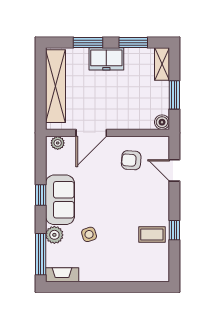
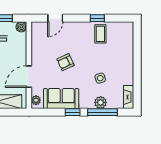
door: (91, 133) -> (29, 77), swing flipped
armchair: (131, 160) -> (66, 62), moved, turned 61
sofa: (60, 200) -> (61, 99), moved
window: (41, 254) -> (103, 112), moved

